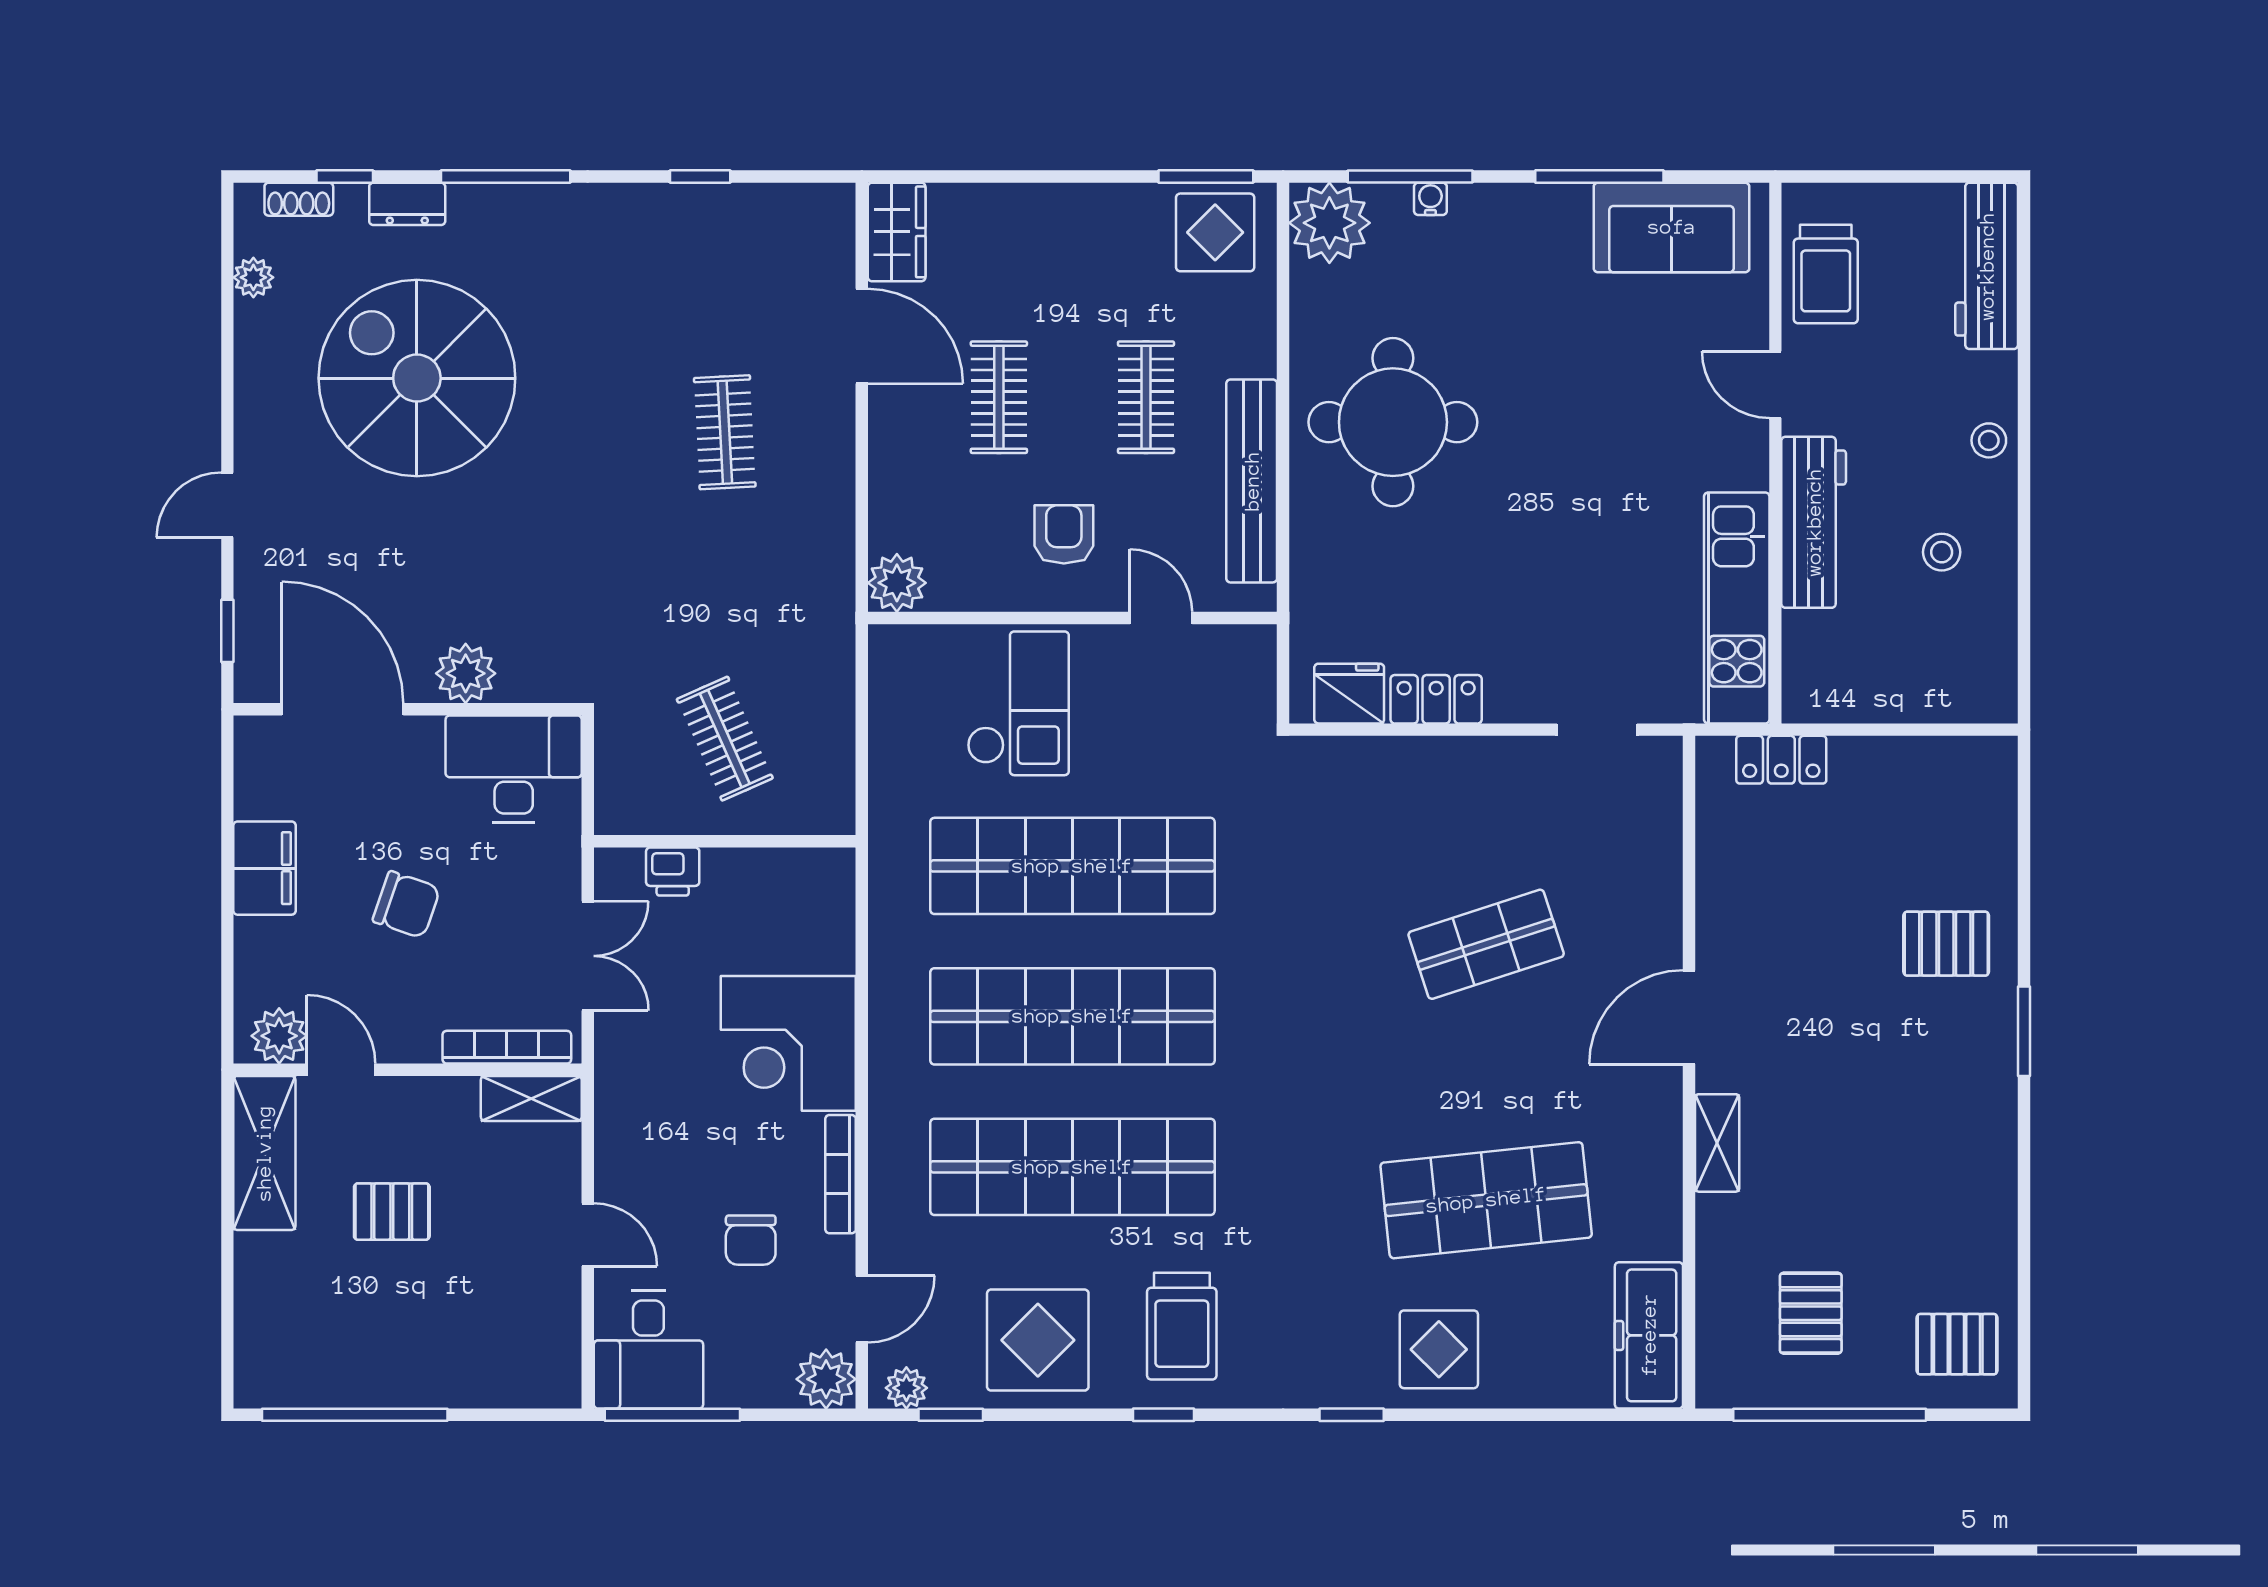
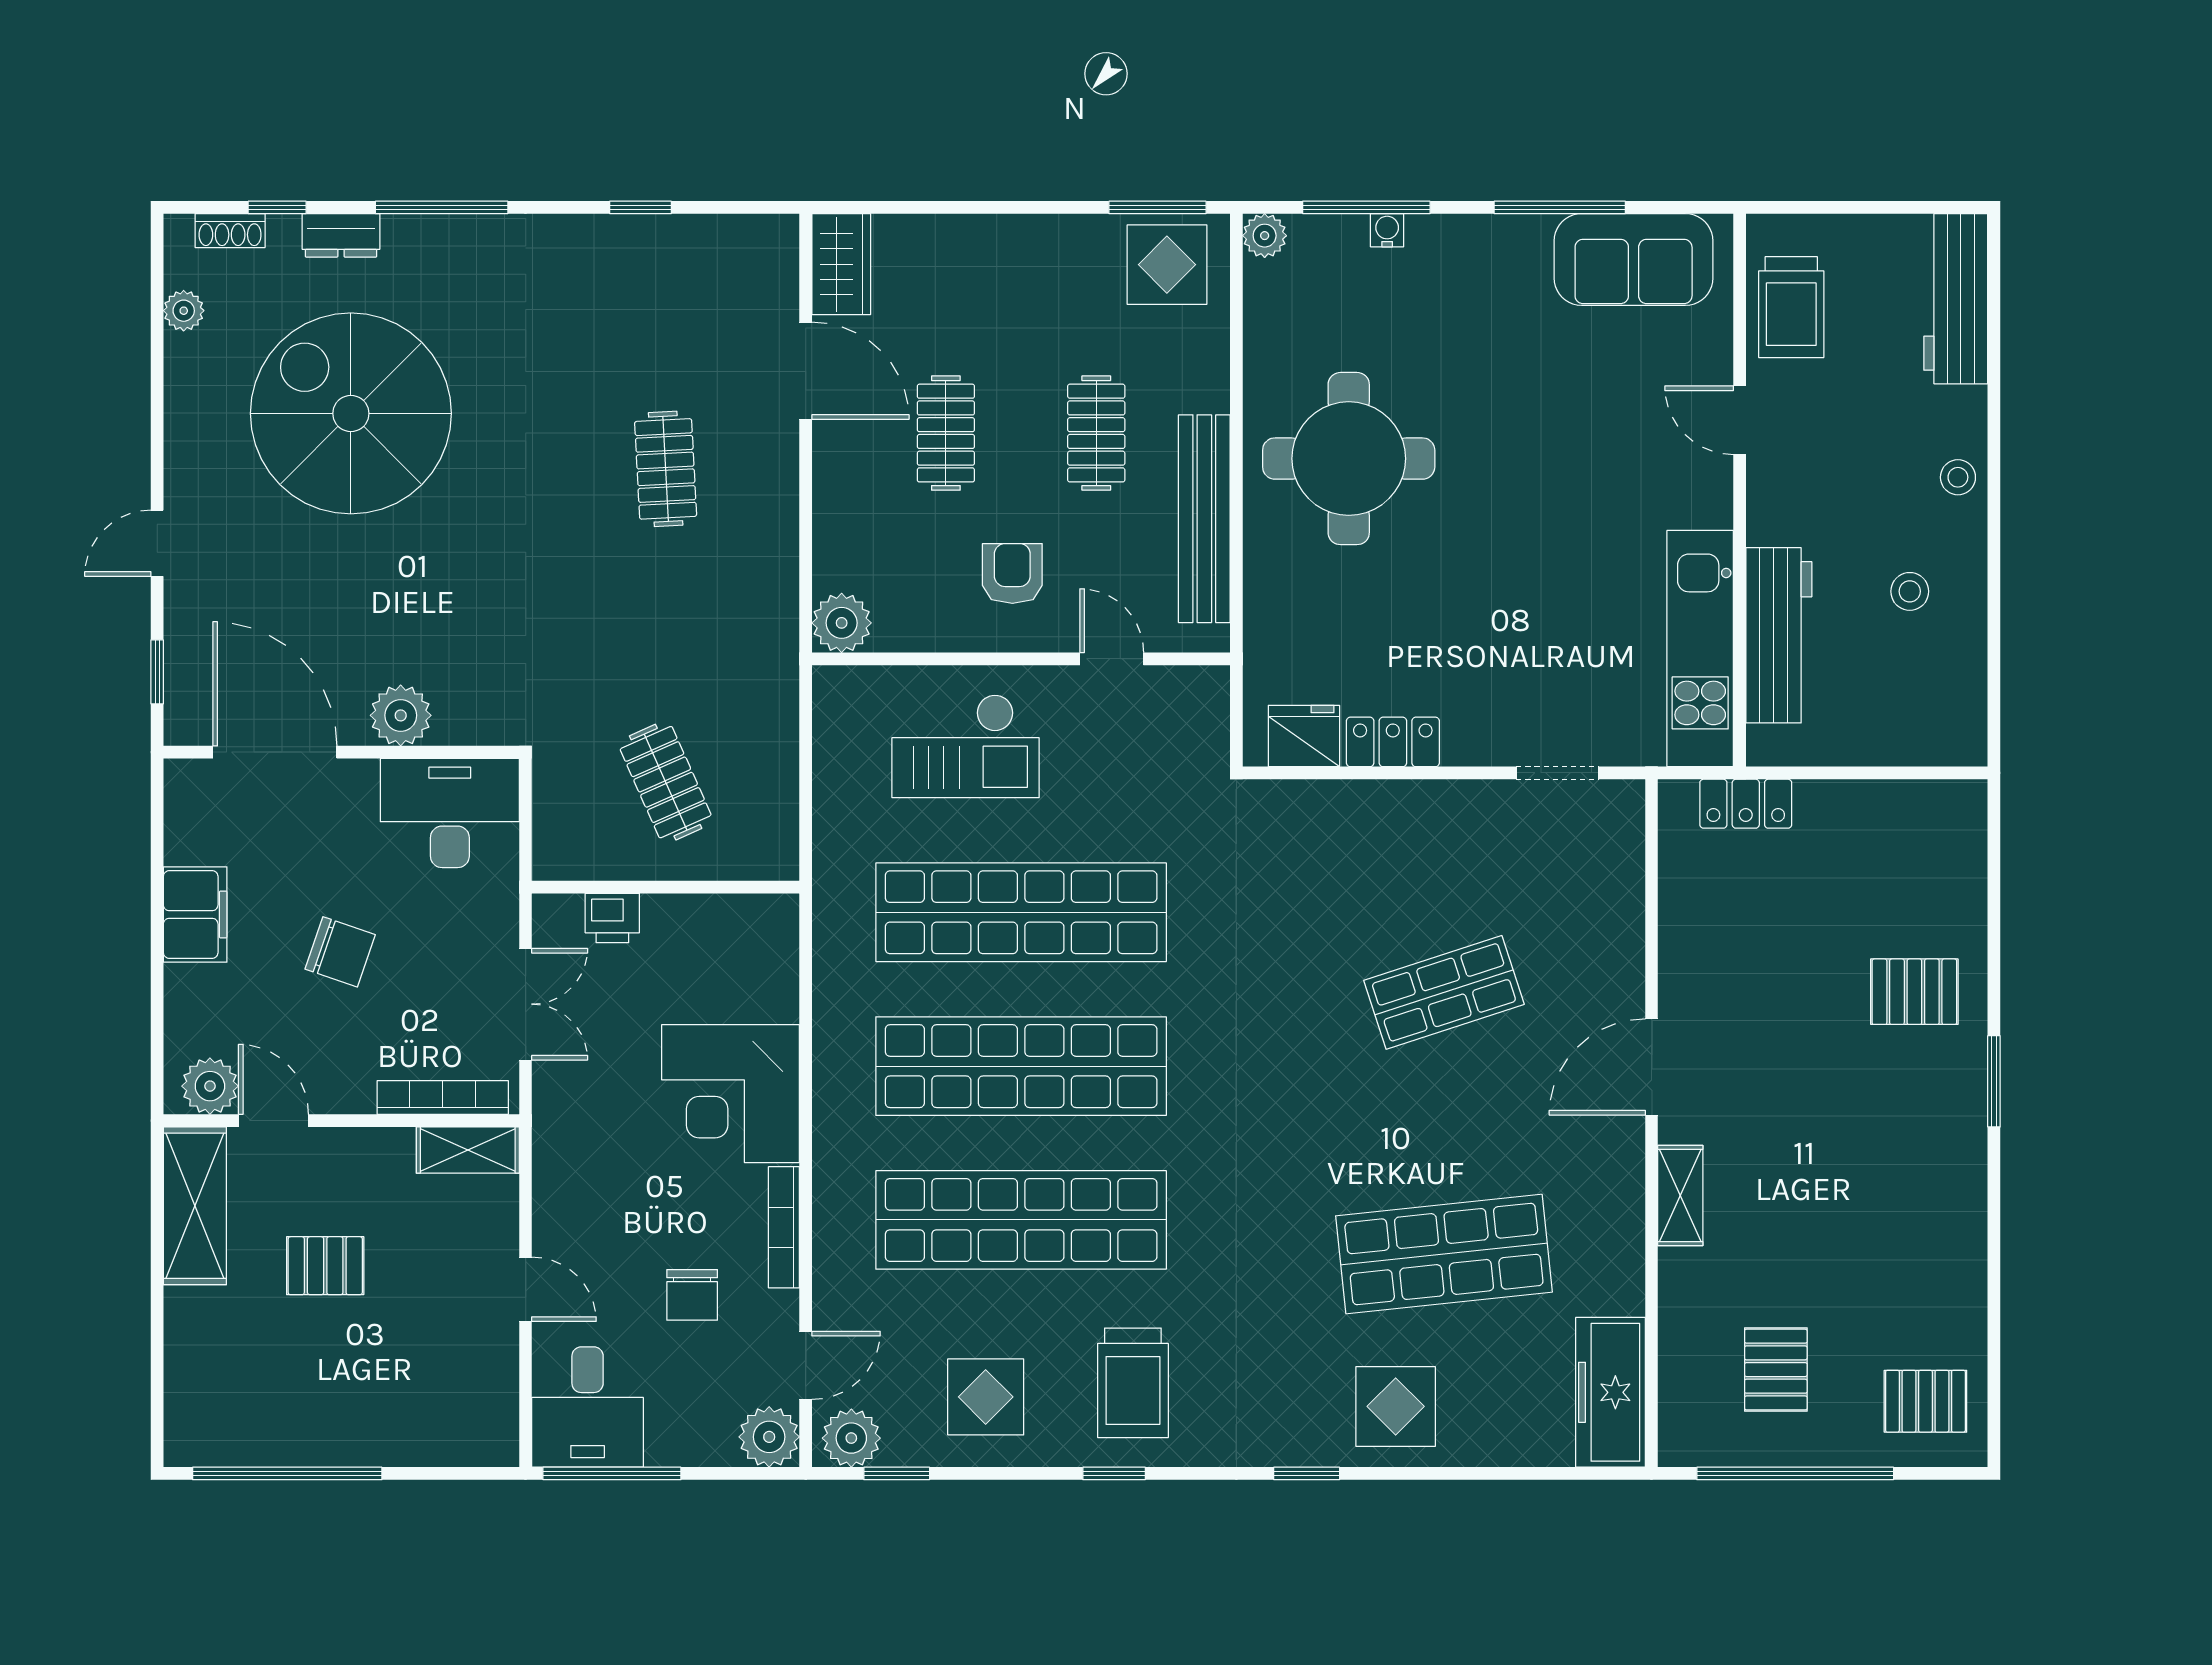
plant: (1329, 223) -> (1265, 236), width x0.53, depth x0.53
workbench: (1814, 522) -> (1779, 635), moved
checkout: (1018, 703) -> (966, 746), turned 90
display table: (1038, 1340) -> (986, 1397), width x0.73, depth x0.73
plant: (906, 1388) -> (851, 1438), width x1.38, depth x1.38

